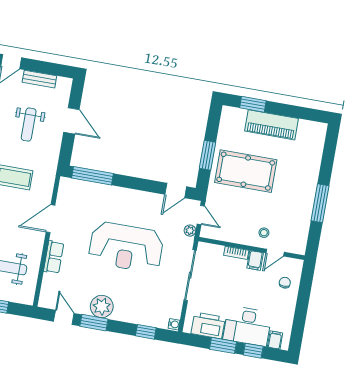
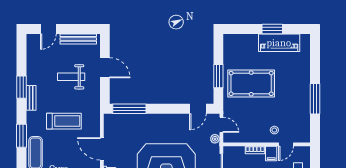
bench: (39, 79) -> (78, 39), width x1.36
window: (253, 104) -> (272, 29), moved
weight bench: (29, 125) -> (71, 77), turned 90
piano: (272, 125) -> (279, 43), moved
door: (50, 219) -> (102, 149), hinge flipped

